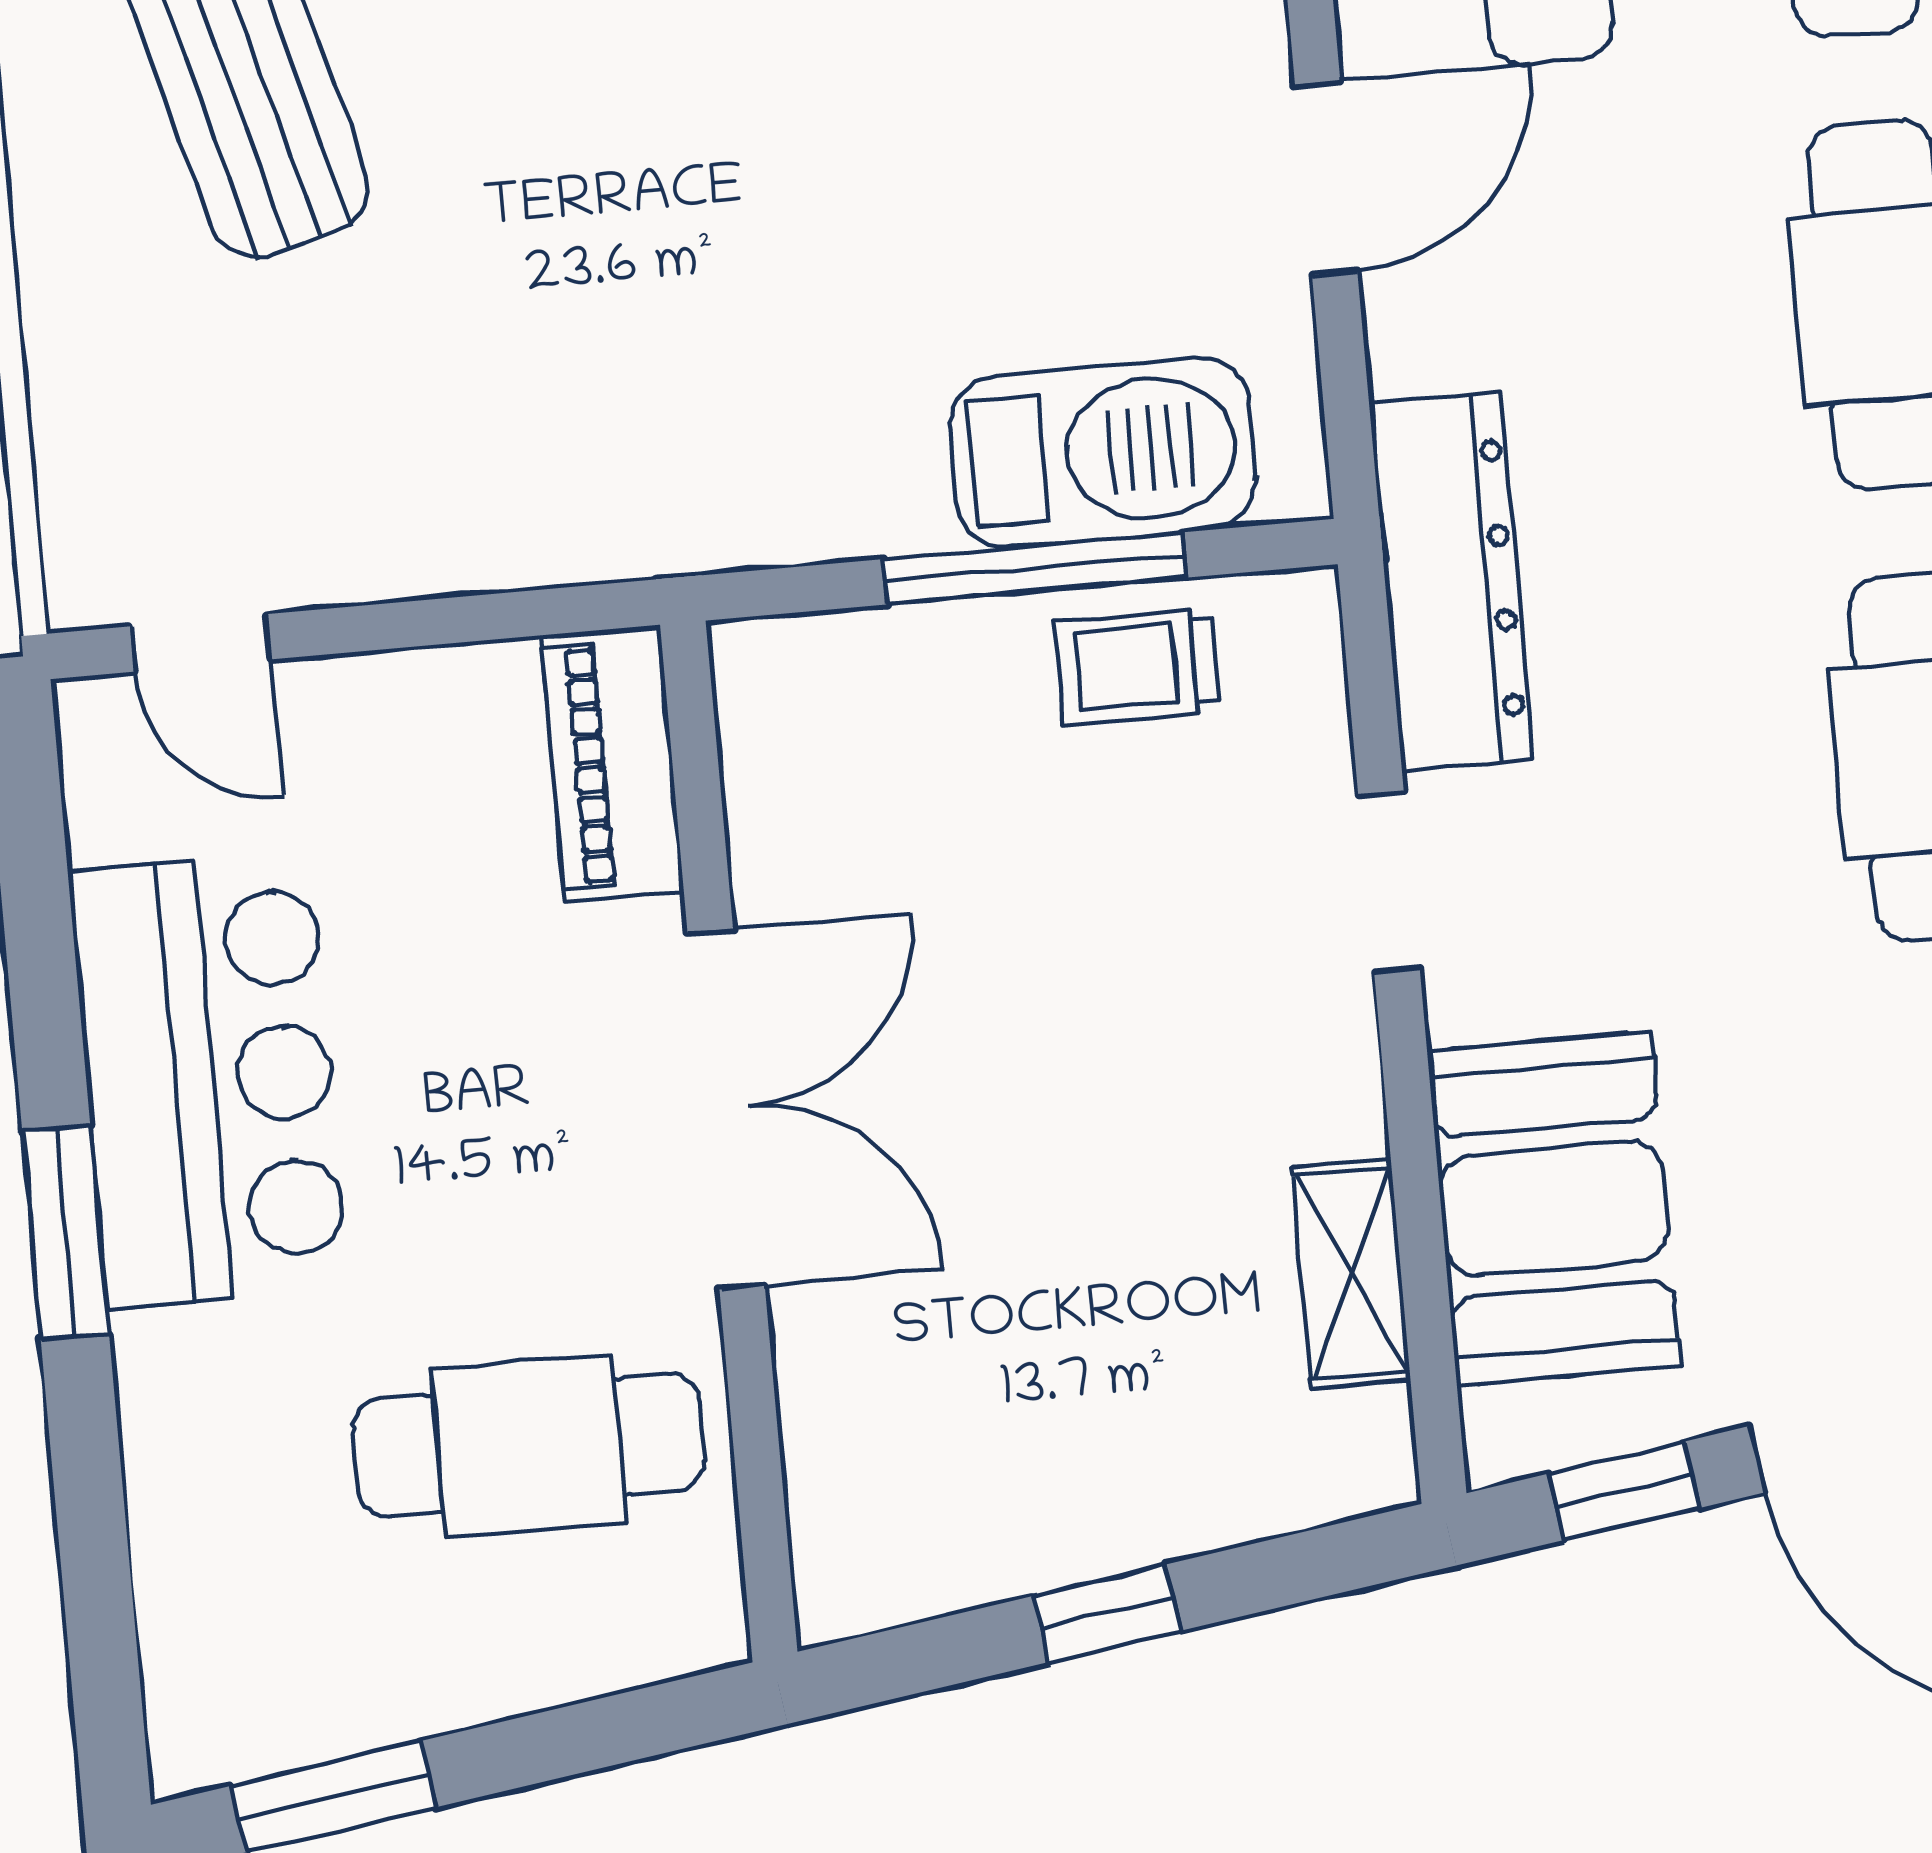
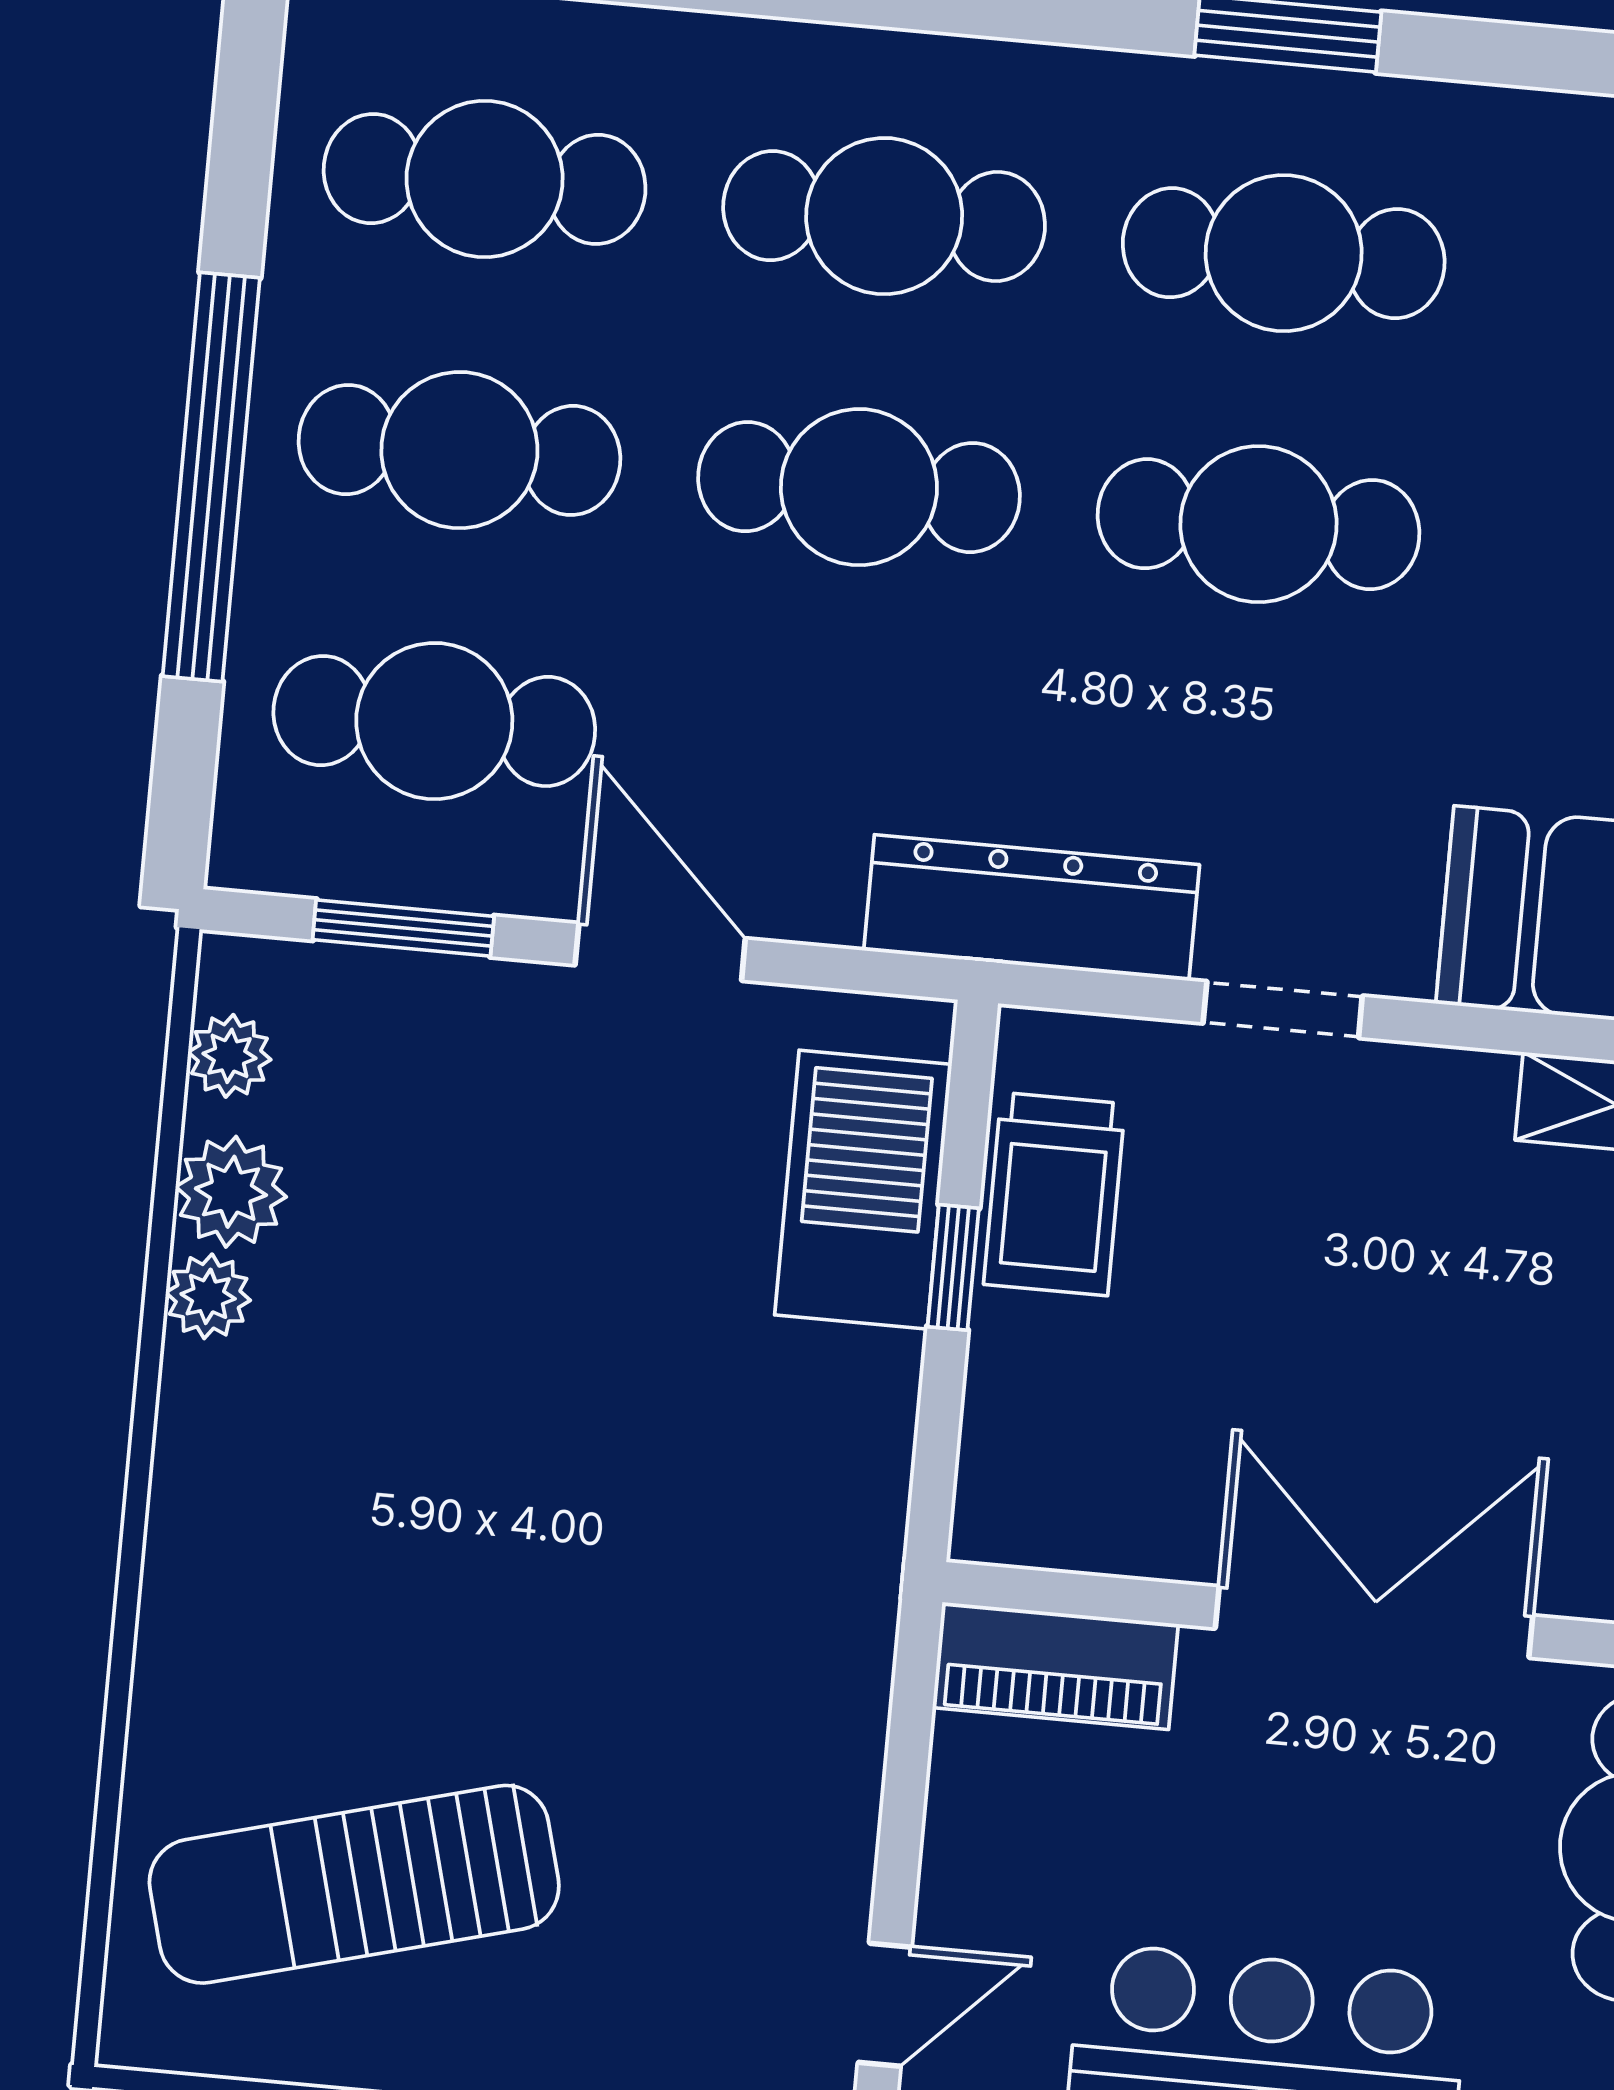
window: (1035, 568) -> (953, 1267), width x0.46
trolley: (1137, 666) -> (1054, 1194), width x1.36, depth x1.39

